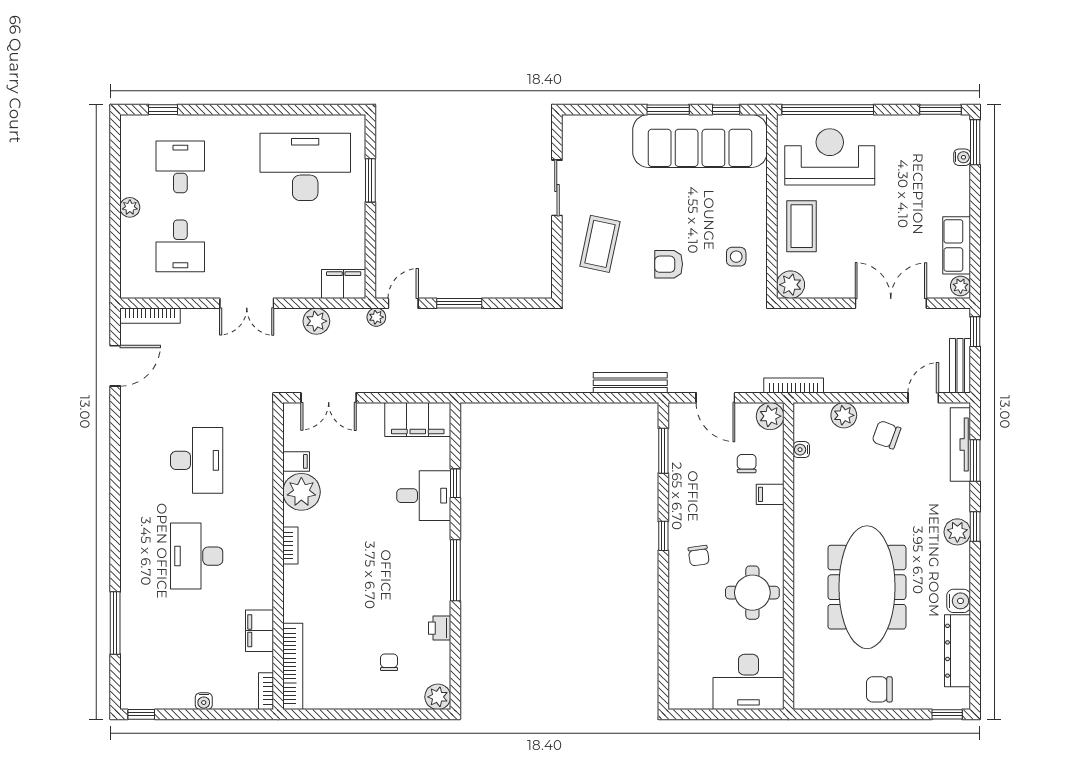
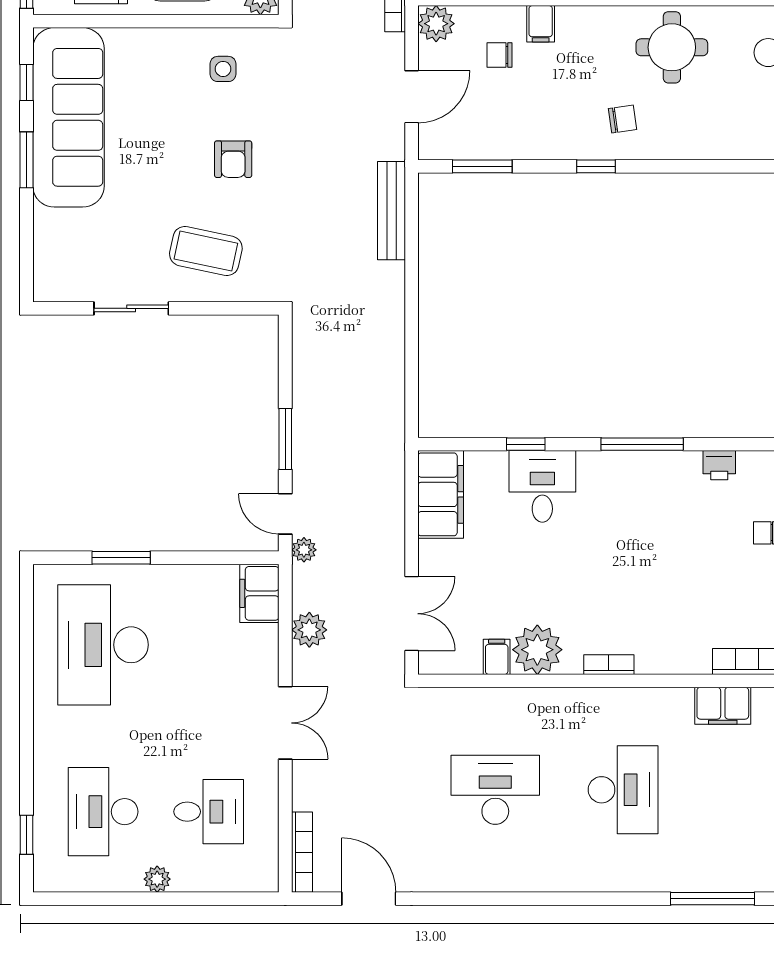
desk: (180, 167) -> (103, 812), width x1.37
desk: (197, 556) -> (623, 790), turned -90

